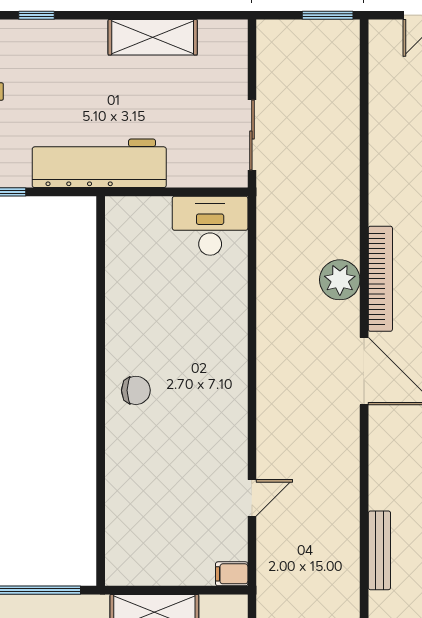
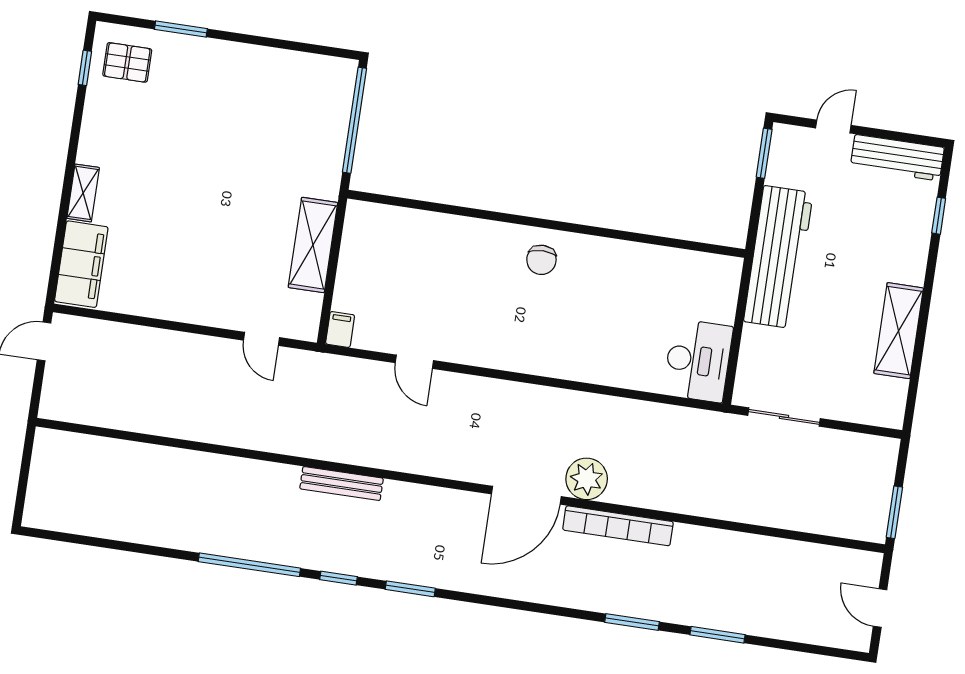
plant: (340, 280) -> (587, 479), moved

